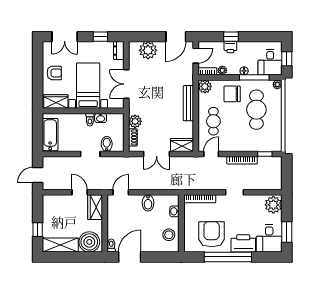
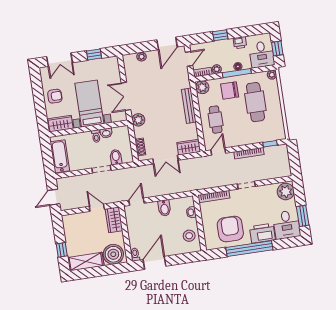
printer: (230, 47) -> (240, 43), moved
plant: (148, 50) -> (142, 57), width x0.53, depth x0.53
dresser: (119, 51) -> (114, 65), removed
window: (254, 77) -> (237, 73), moved
plant: (135, 121) -> (138, 120), moved

